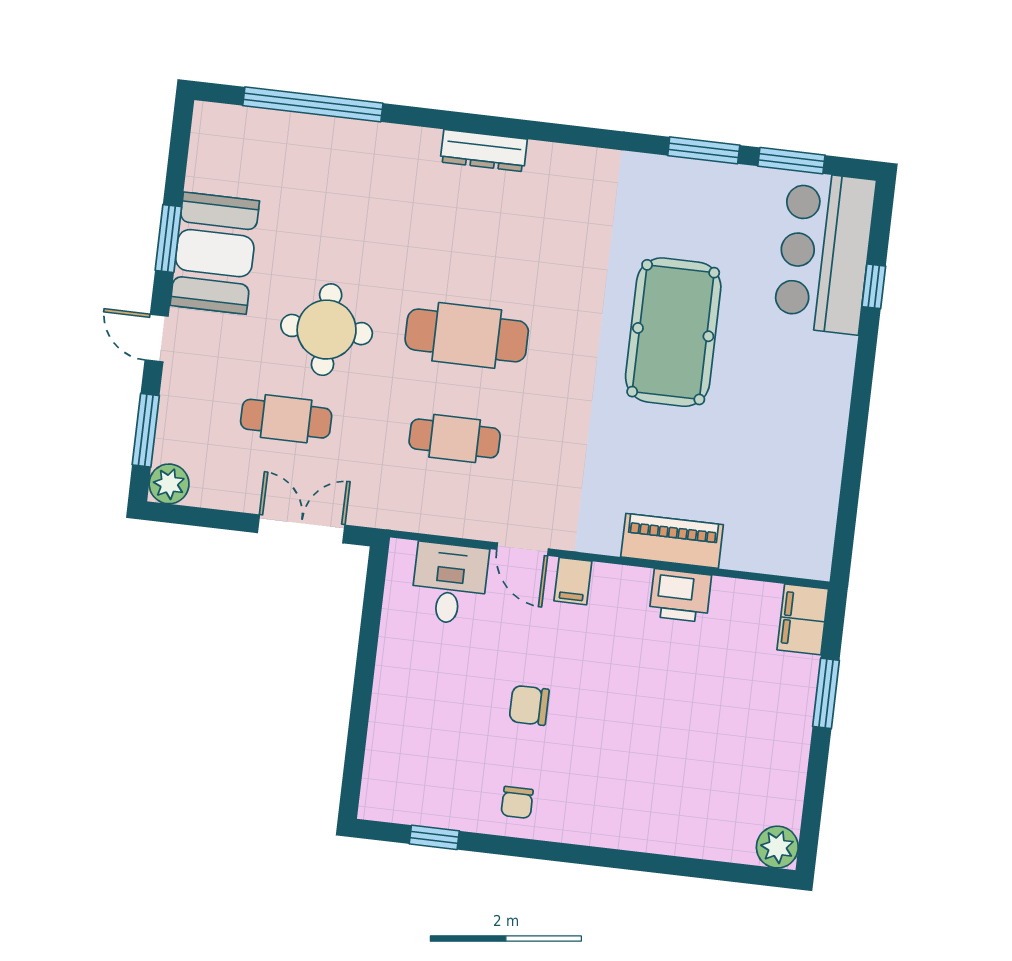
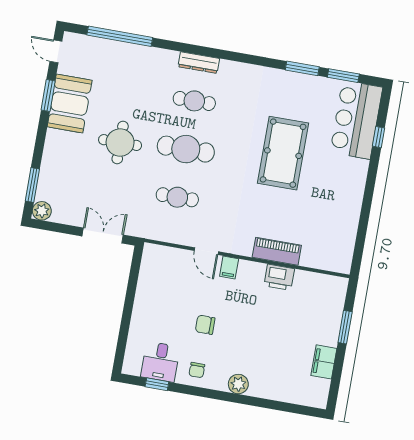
door: (157, 338) -> (56, 51), moved
cafe table: (286, 419) -> (194, 101), moved
desk: (450, 584) -> (160, 362), moved, turned 180
filing cabinet: (803, 619) -> (324, 362), moved
plant: (777, 847) -> (238, 384), moved

